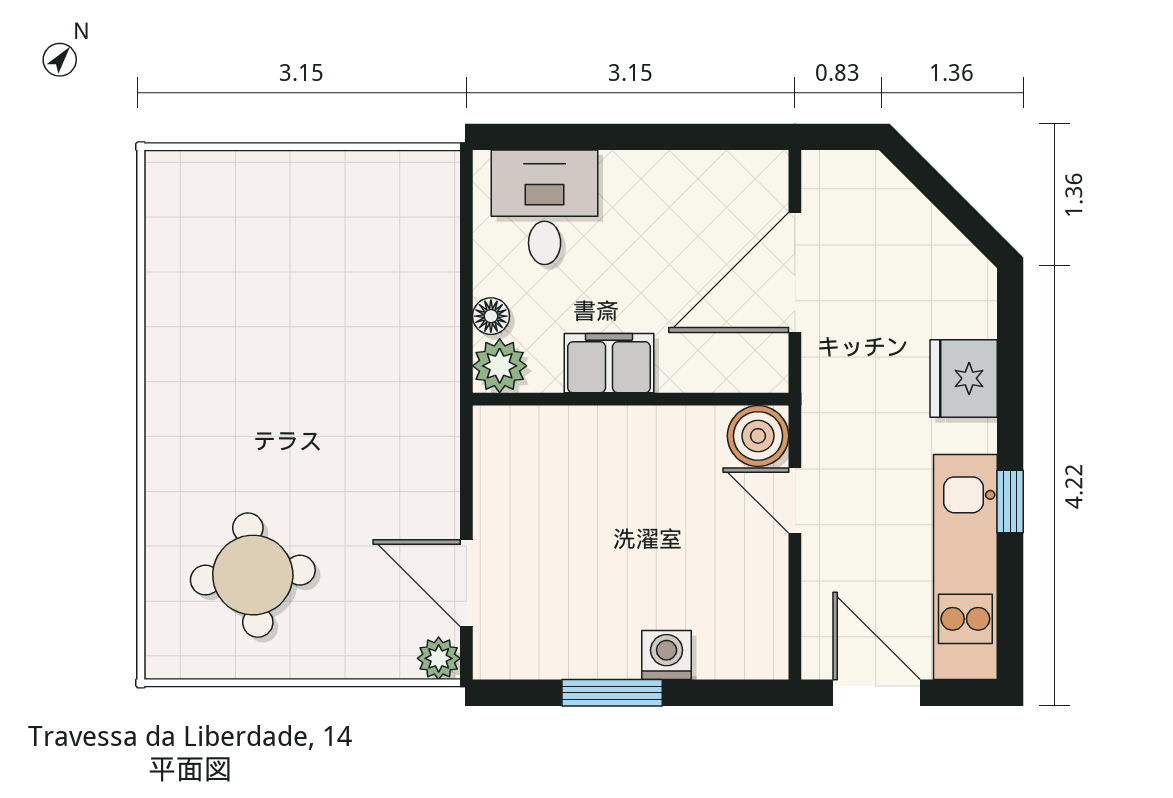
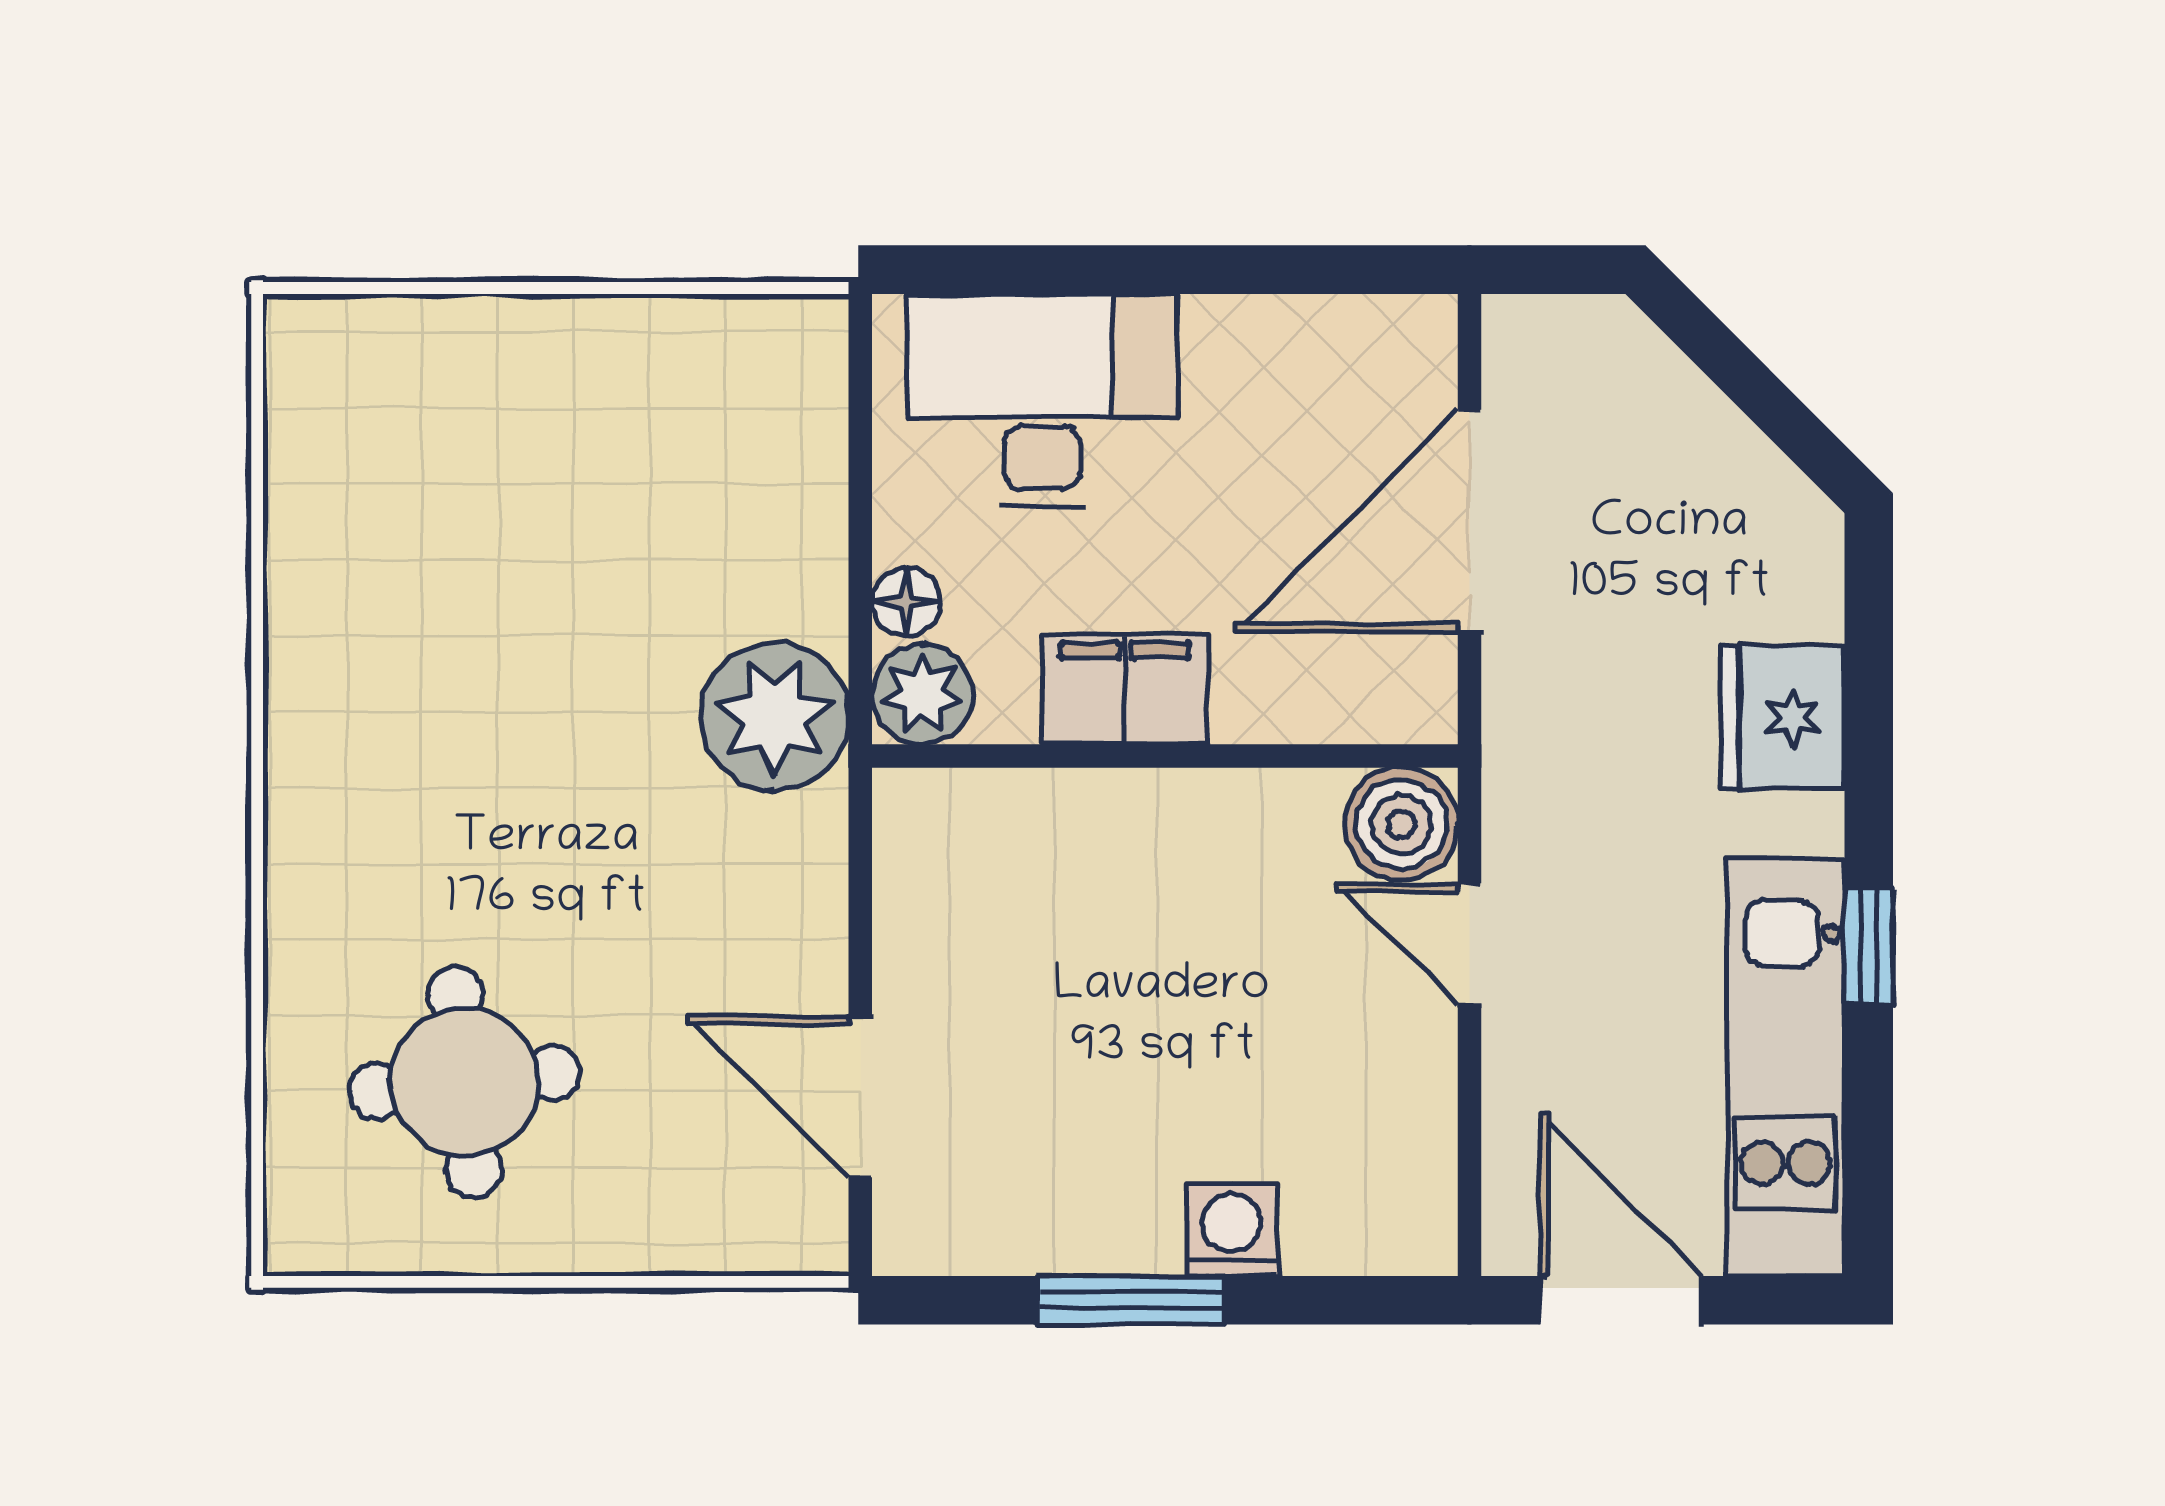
desk: (545, 207) -> (1042, 400), width x1.37
plant: (439, 658) -> (774, 716), moved, width x1.88, depth x1.88

